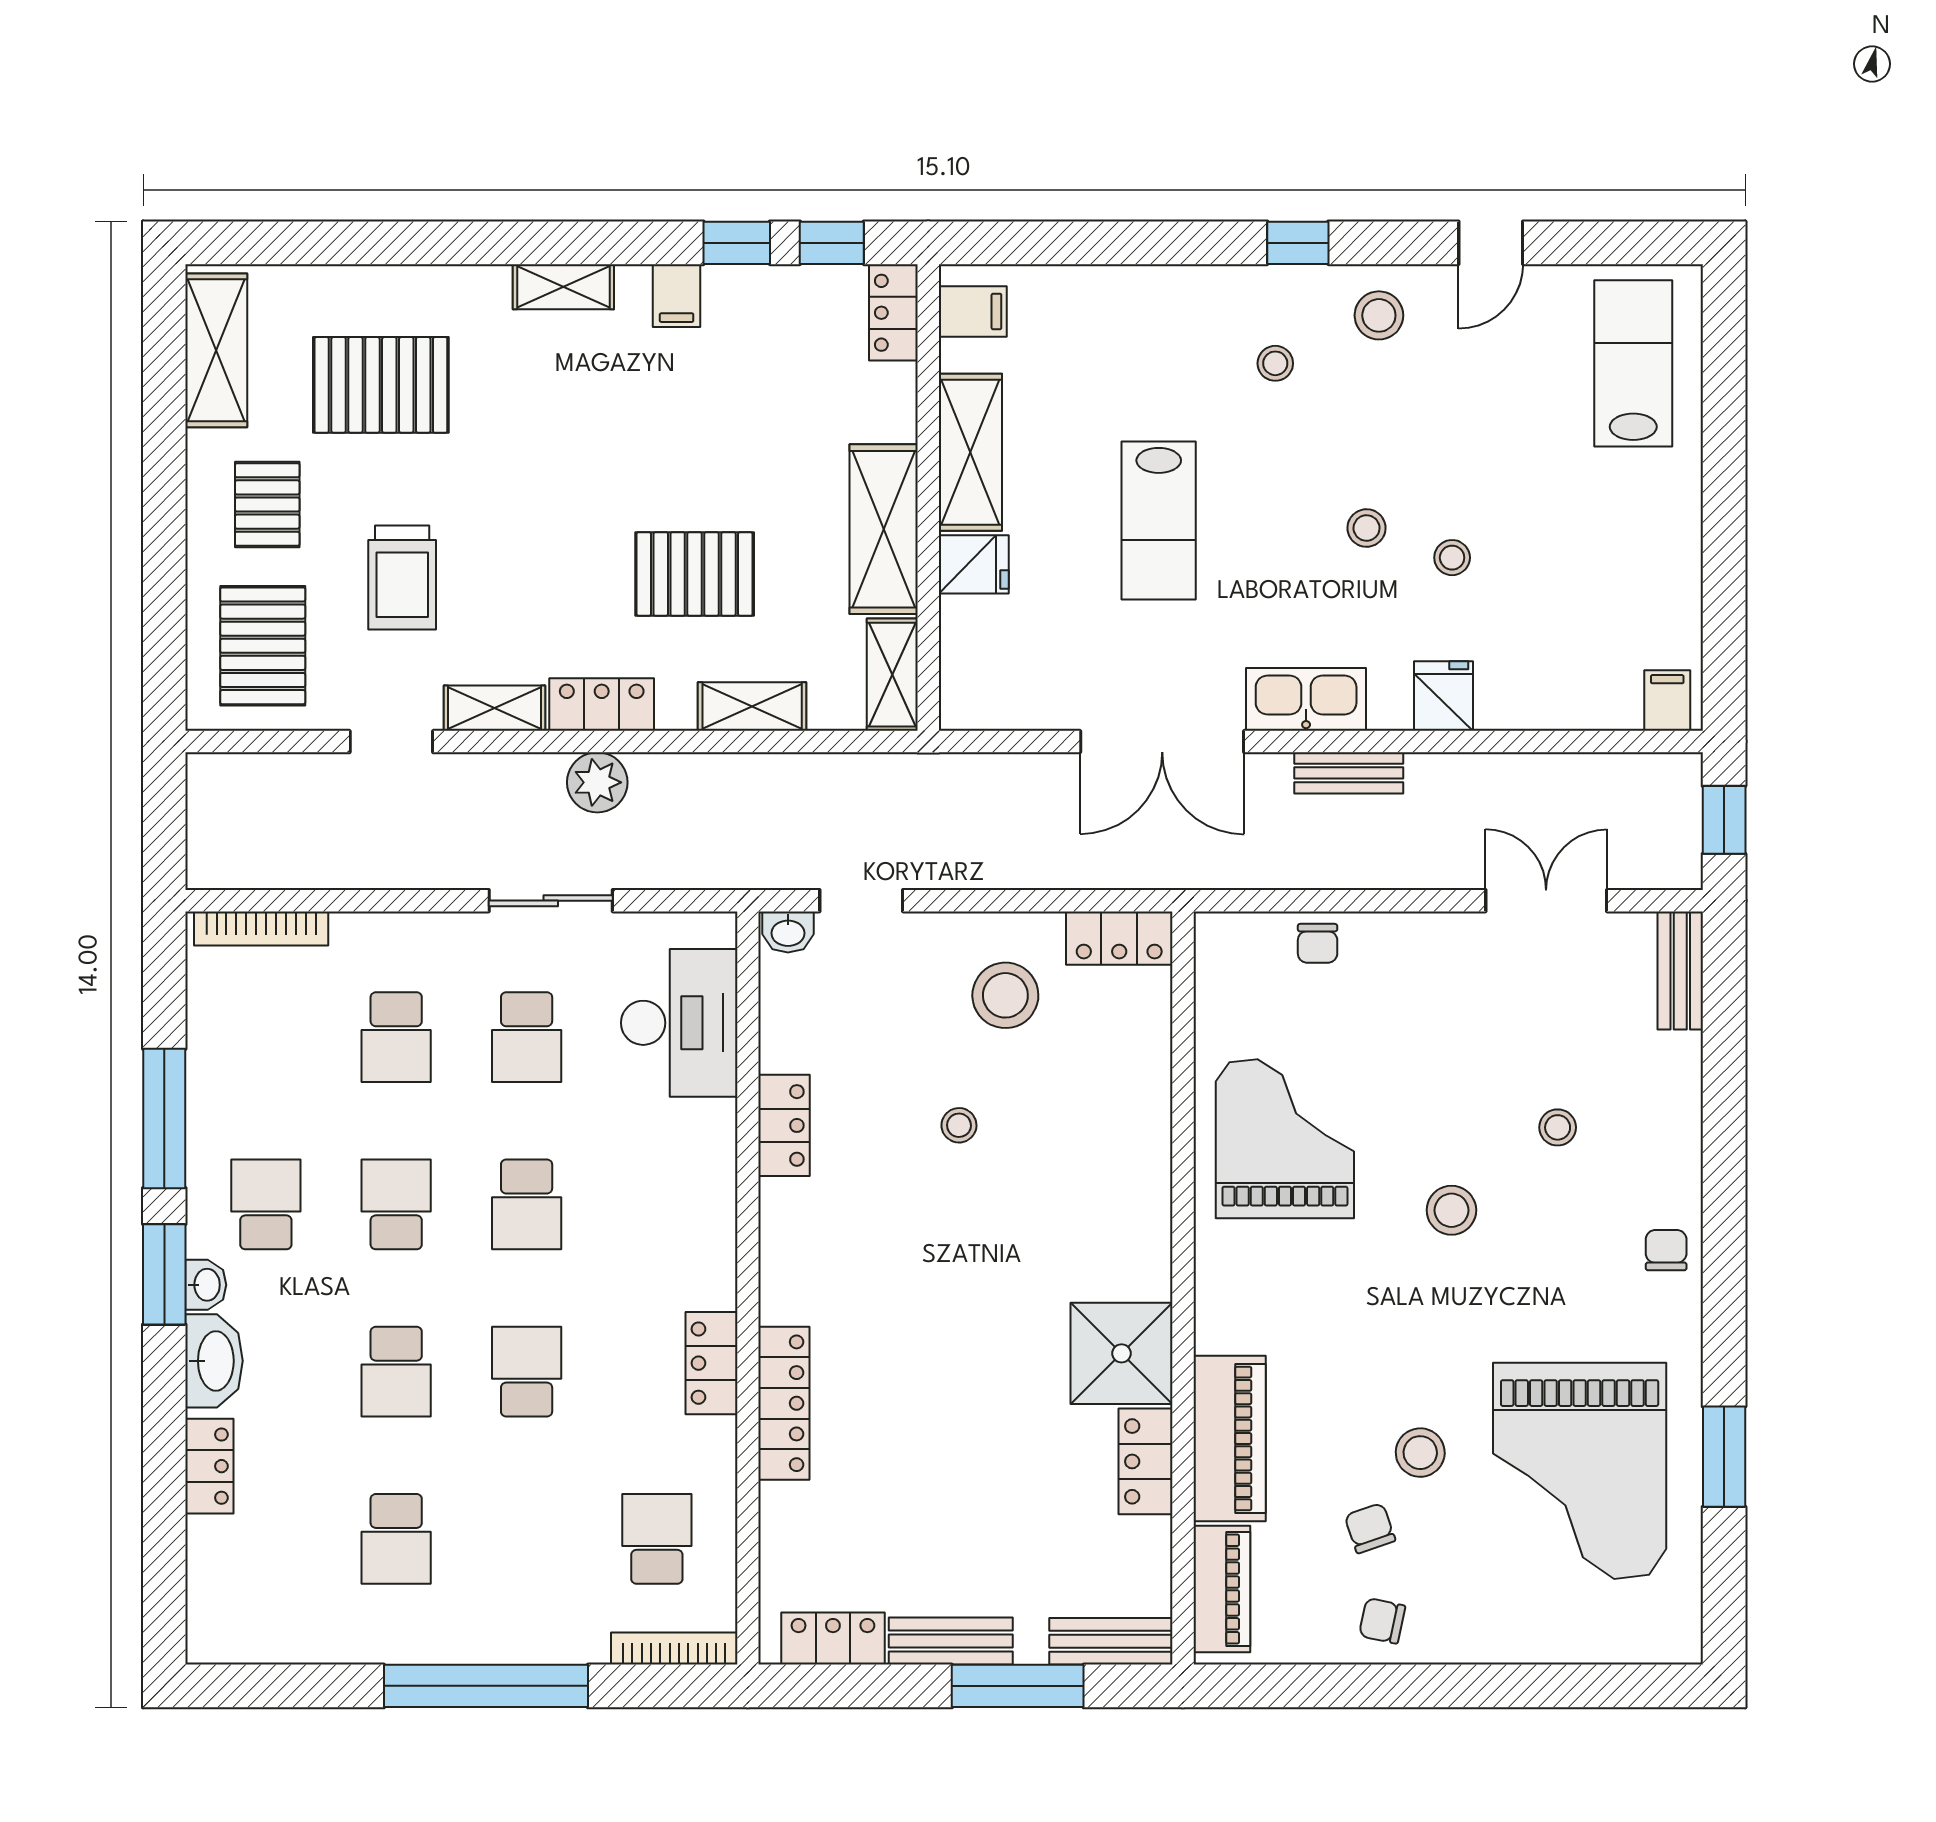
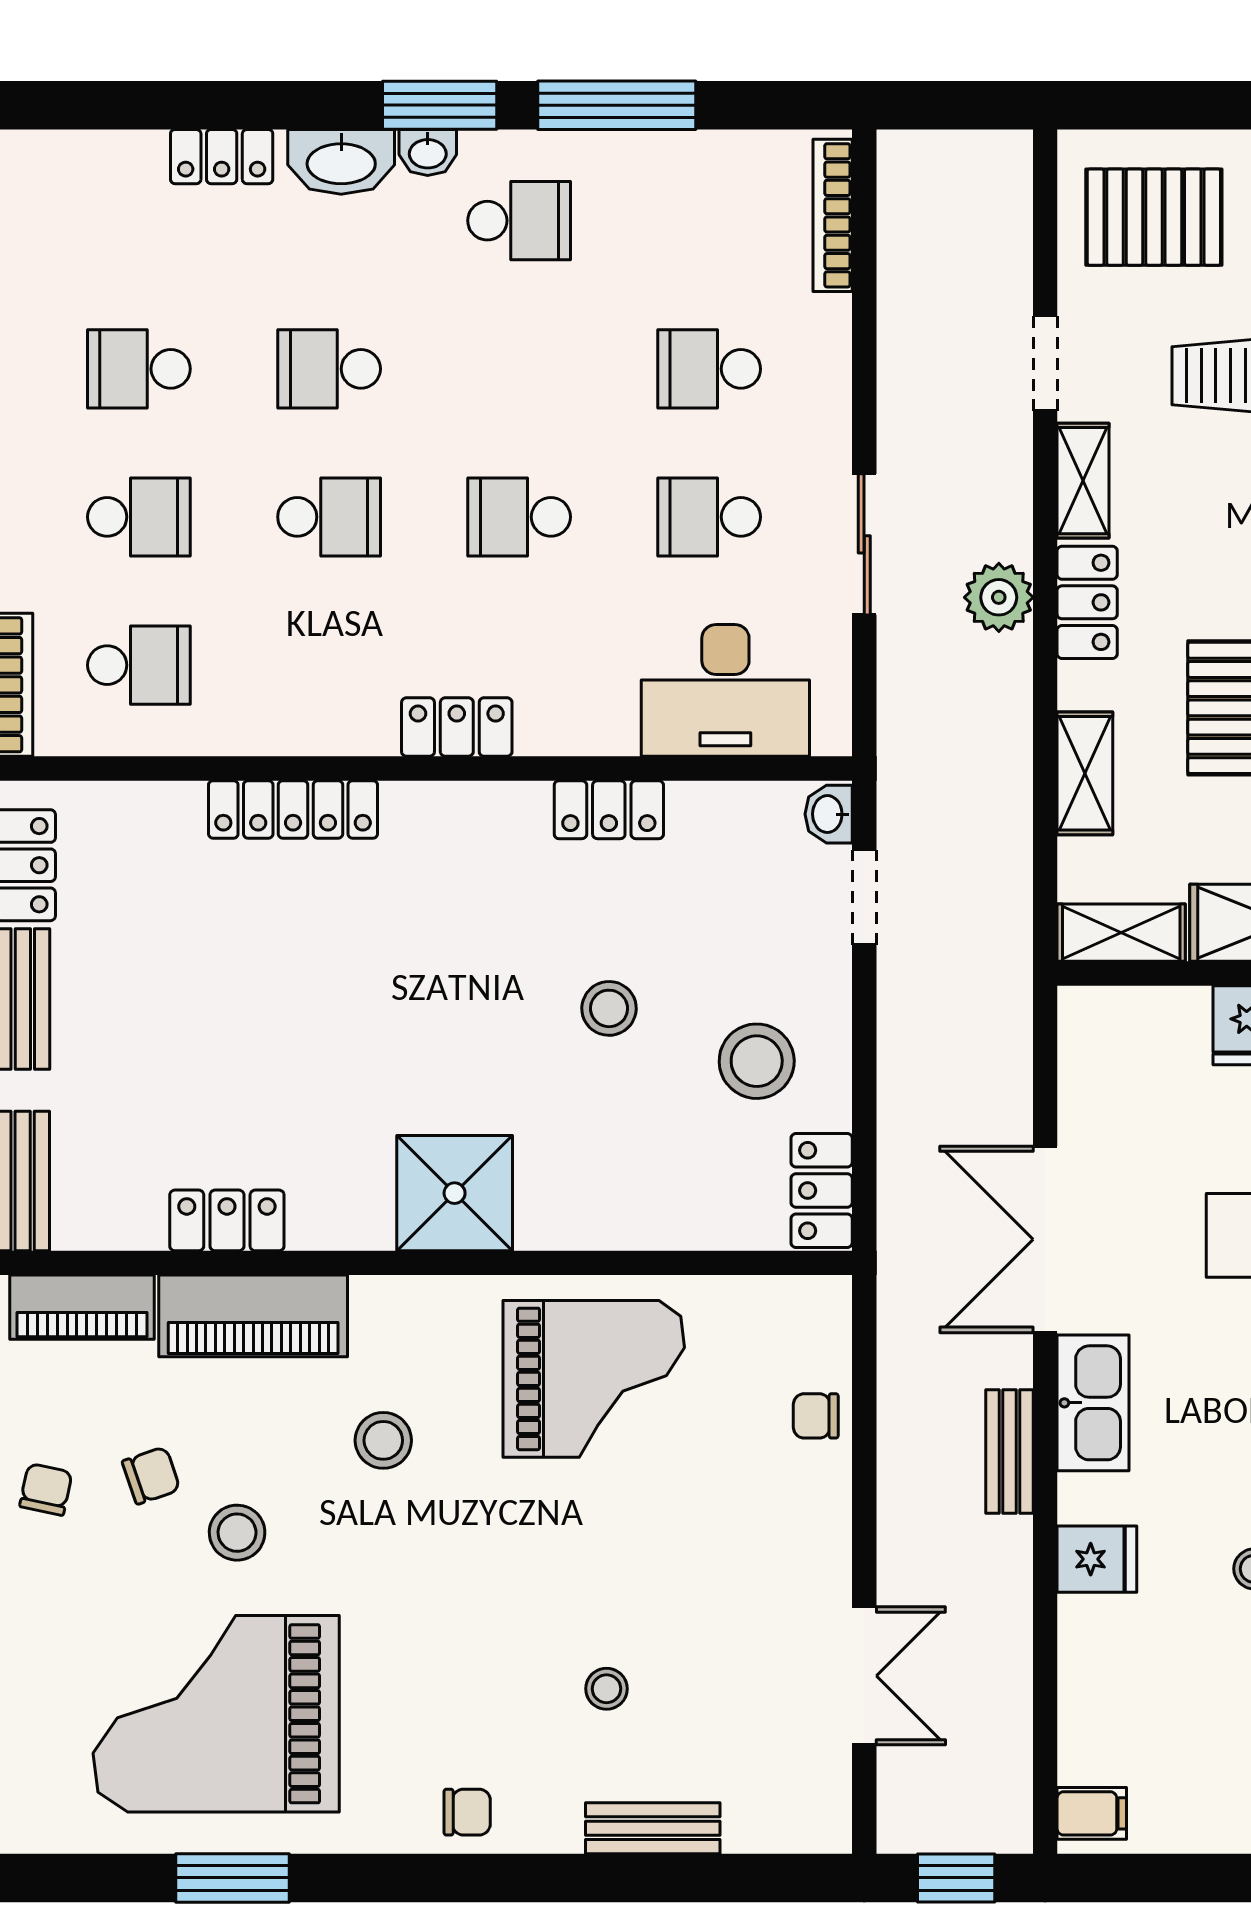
bench: (1680, 970) -> (653, 1828), moved
stool: (959, 1125) -> (609, 1008), width x1.37, depth x1.37
school desk: (396, 1204) -> (139, 517), moved
stool: (1451, 1210) -> (383, 1440), moved
shower: (1121, 1353) -> (455, 1193), moved
locker: (711, 1363) -> (457, 727), moved

